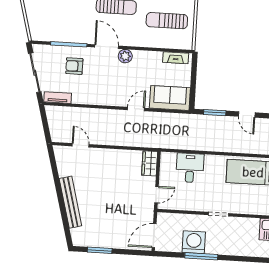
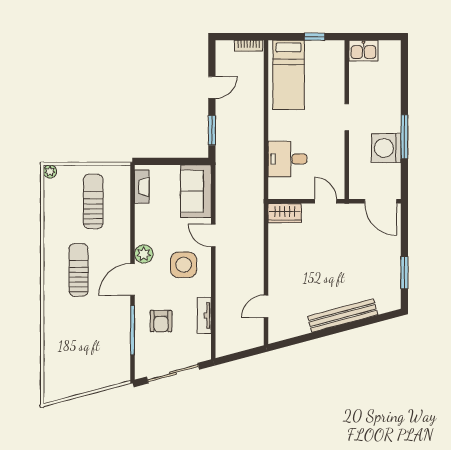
sun lounger: (167, 21) -> (93, 201), turned 180
side table: (115, 85) -> (184, 265), added
tv unit: (58, 98) -> (204, 315), moved

